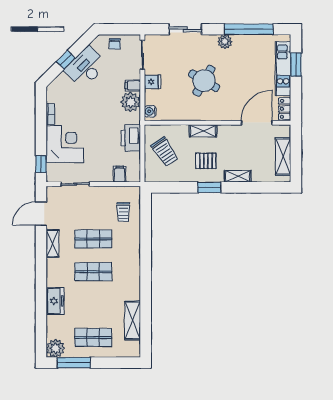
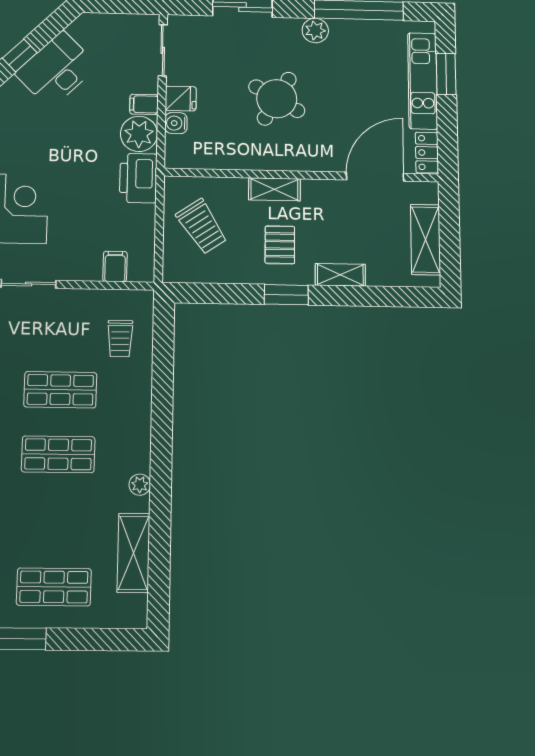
chair: (115, 44) -> (112, 30), removed
water cooler: (150, 111) -> (176, 123), moved
printer: (131, 138) -> (138, 178), moved
pallet: (206, 161) -> (280, 245), turned 90
plant: (135, 286) -> (140, 485), added

